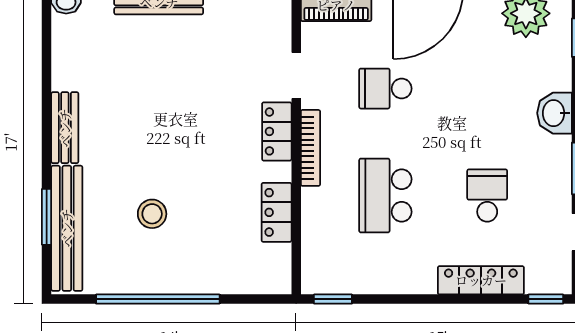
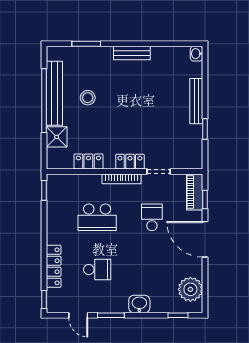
school desk: (385, 196) -> (97, 217), turned 180
bench: (67, 228) -> (54, 93), moved, turned 90
shower: (229, 274) -> (57, 137), added

